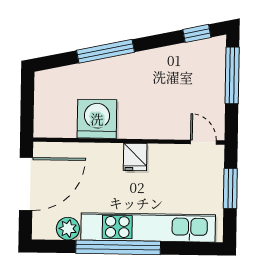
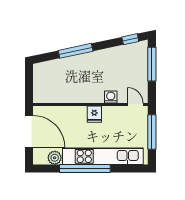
washing machine: (97, 119) -> (111, 97), moved, width x0.53, depth x0.53
door: (26, 184) -> (29, 131), hinge flipped
window: (230, 188) -> (152, 132), width x1.44

